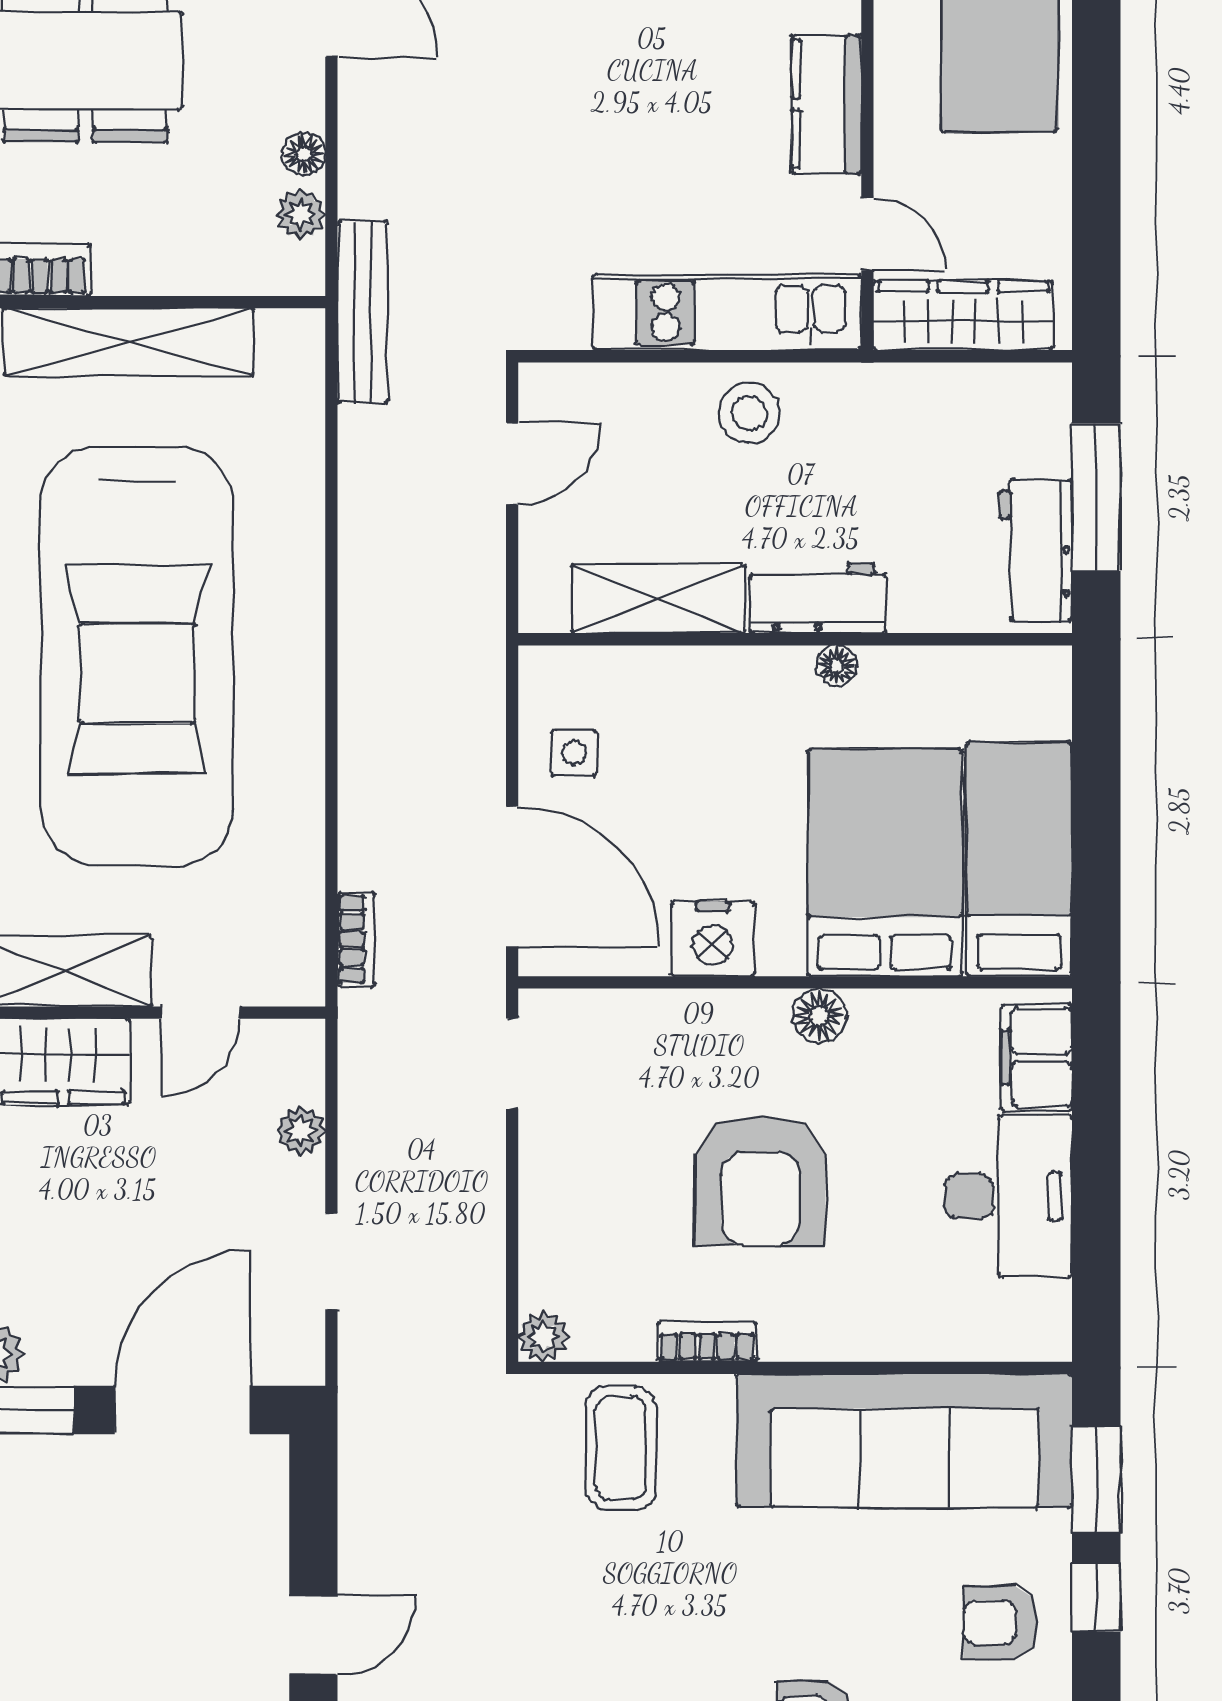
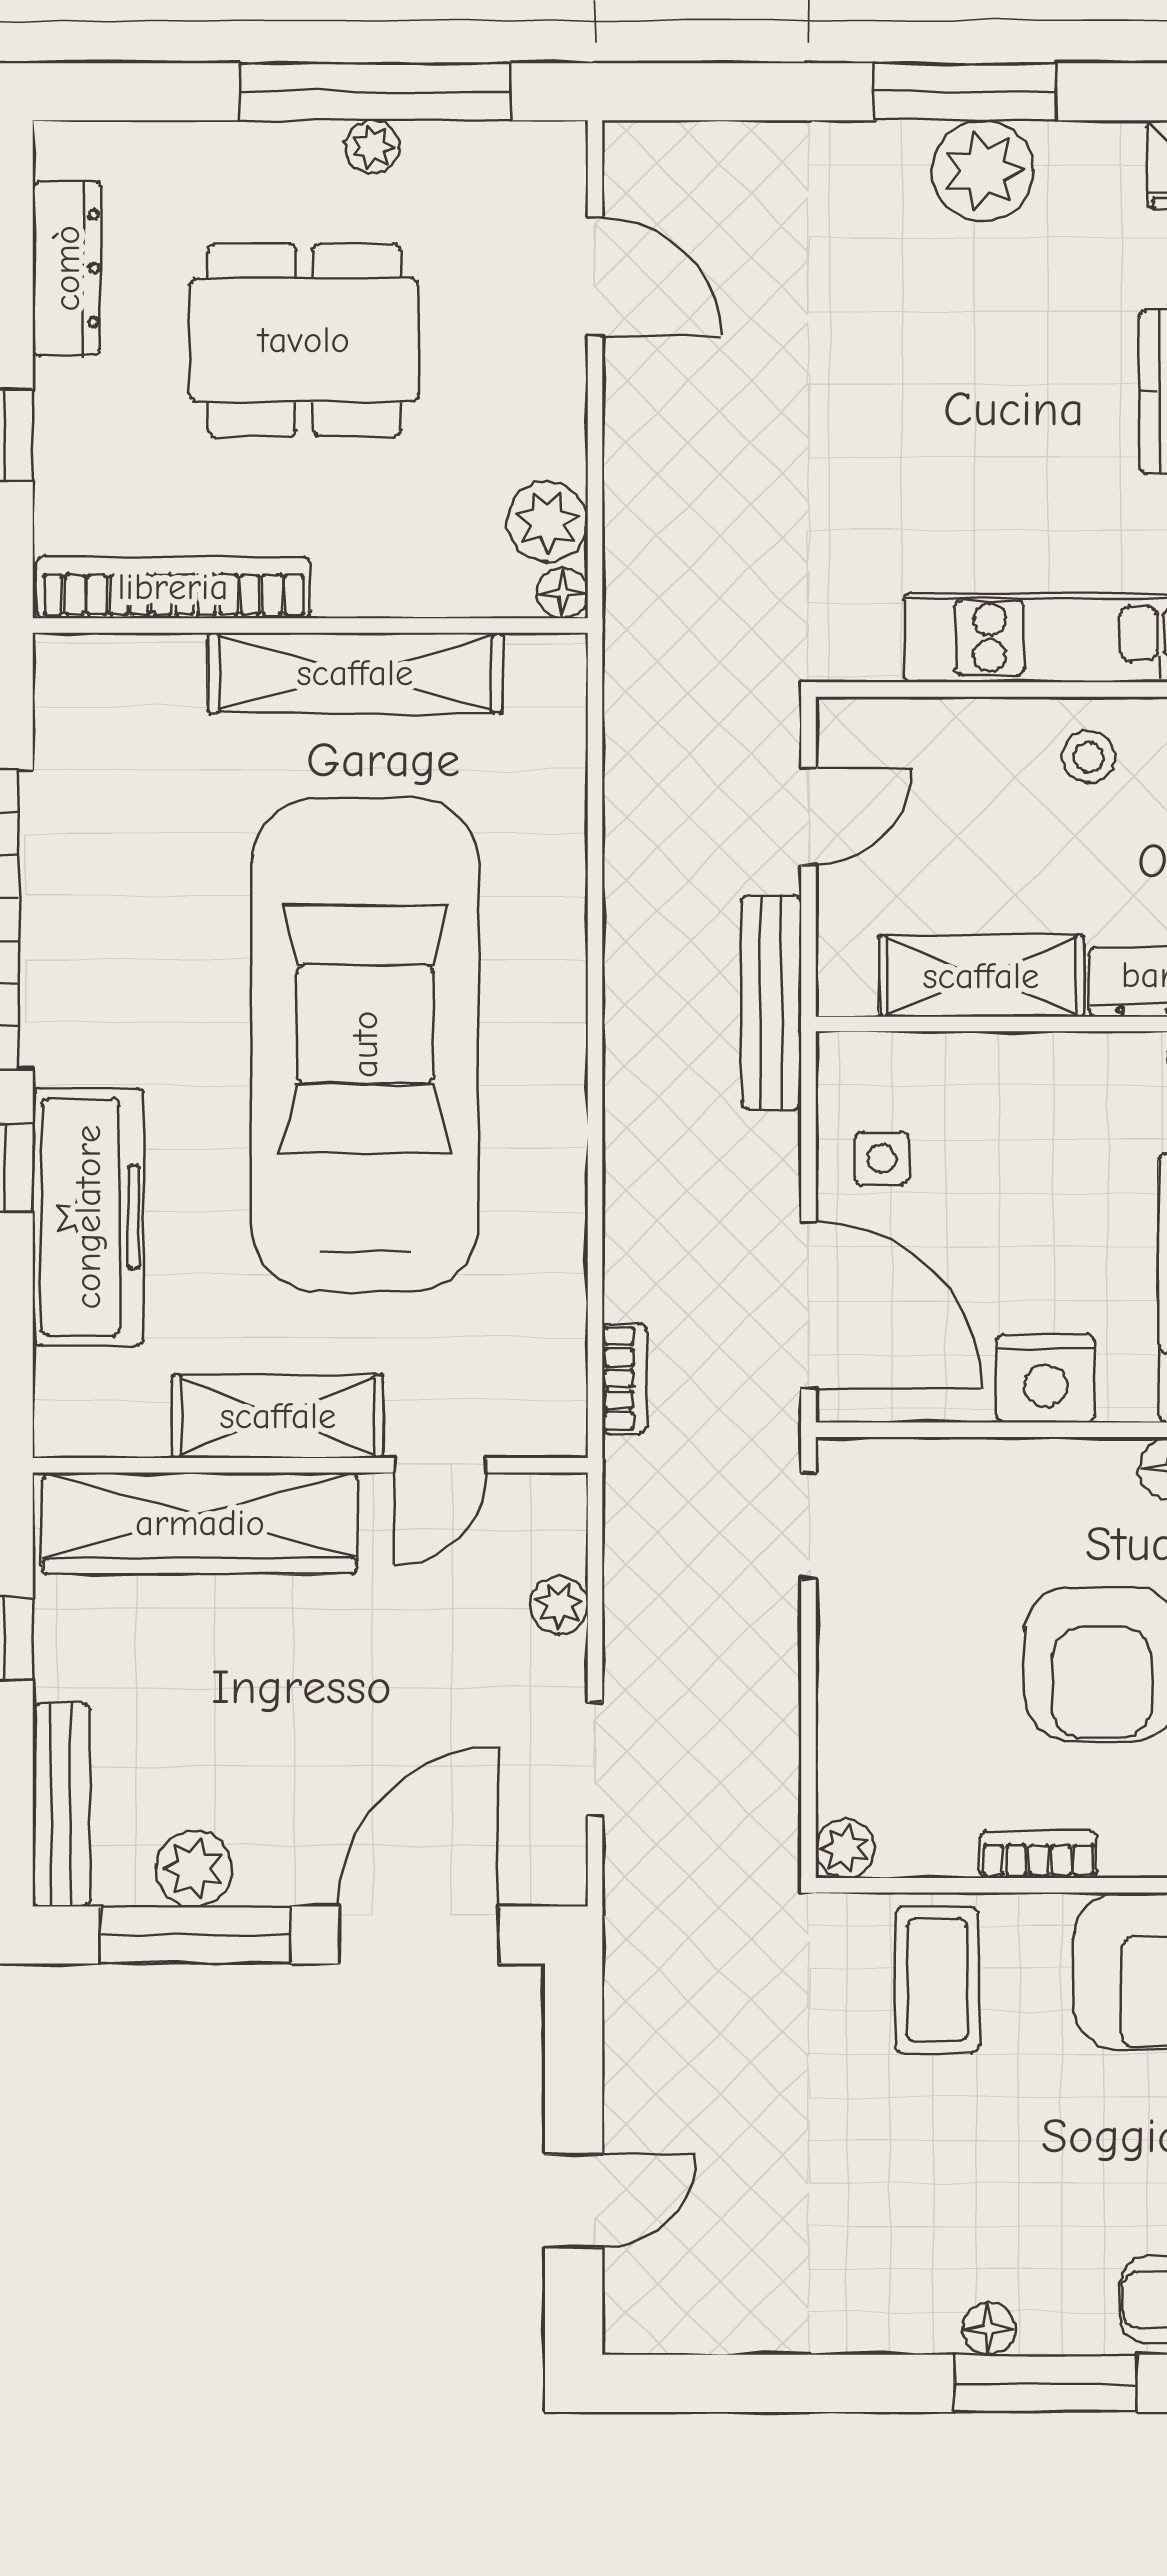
floor lamp: (304, 154) -> (562, 593), moved
plant: (301, 214) -> (548, 522), width x1.38, depth x1.38
bench: (363, 312) -> (771, 1002), moved
stool: (749, 413) -> (1088, 757), width x0.73, depth x0.73
car: (137, 656) -> (365, 1044), turned 180

